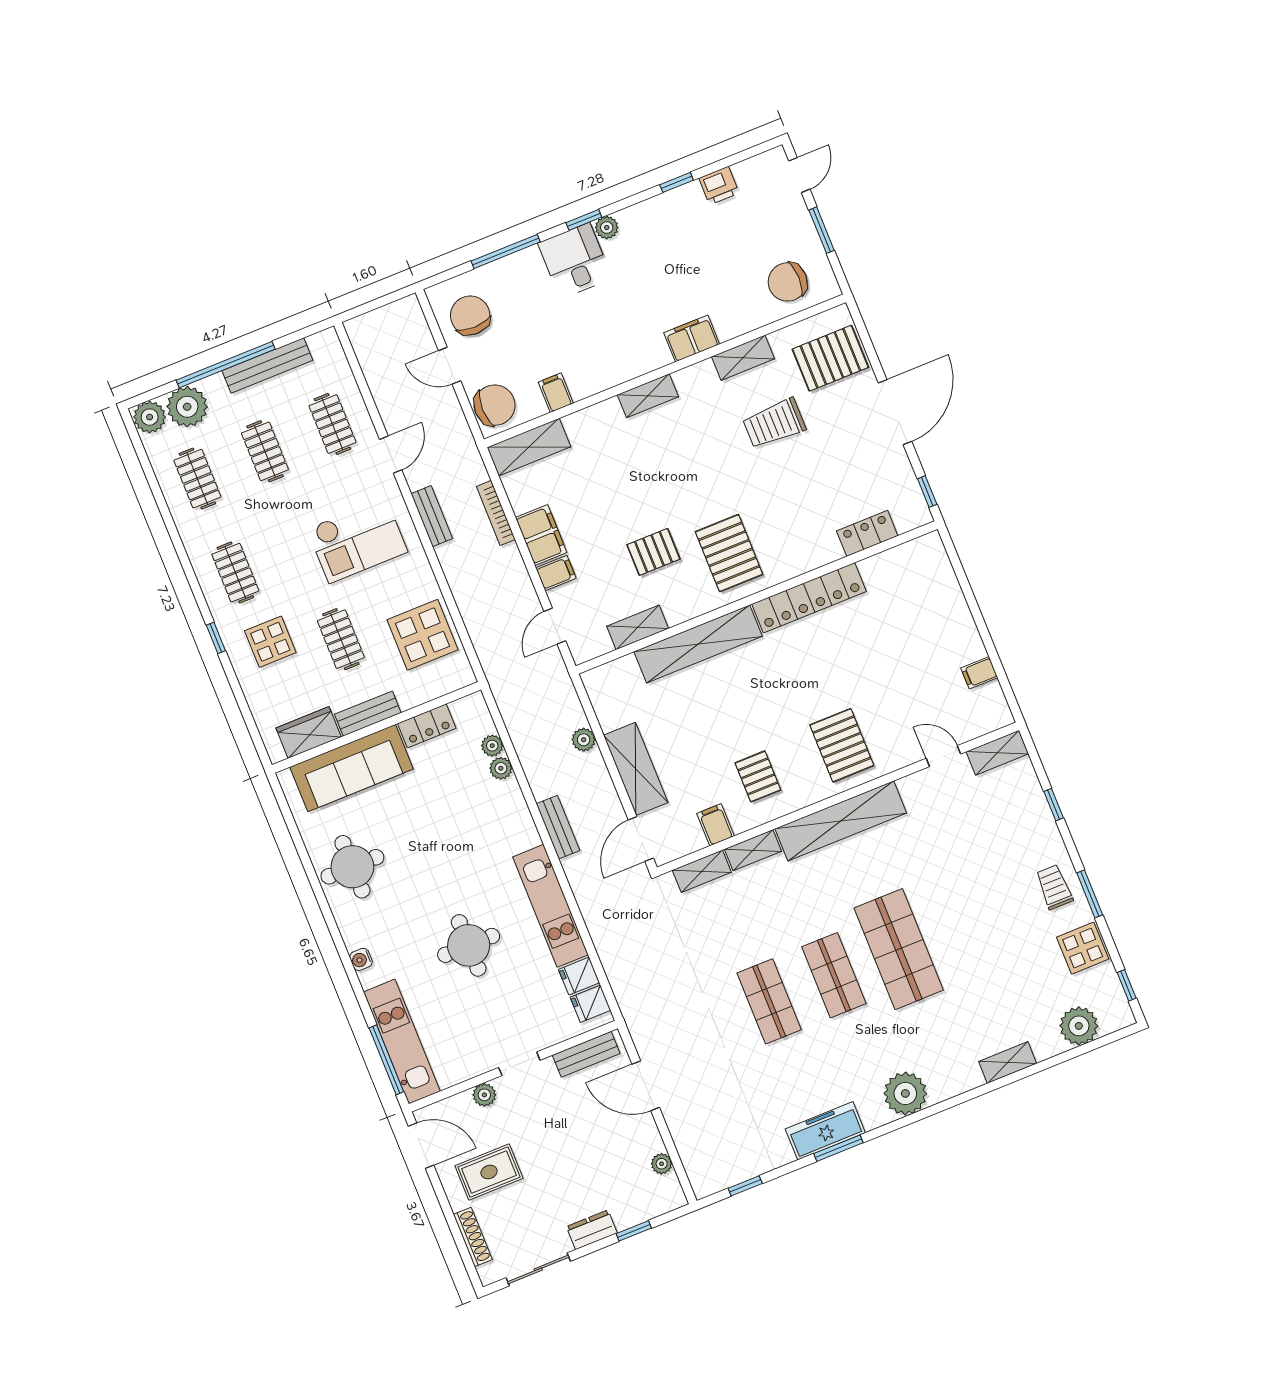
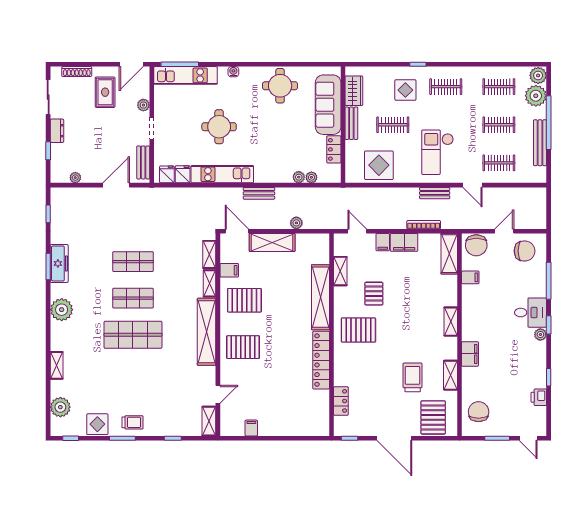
pallet: (758, 776) -> (244, 300), width x1.50, depth x1.42

